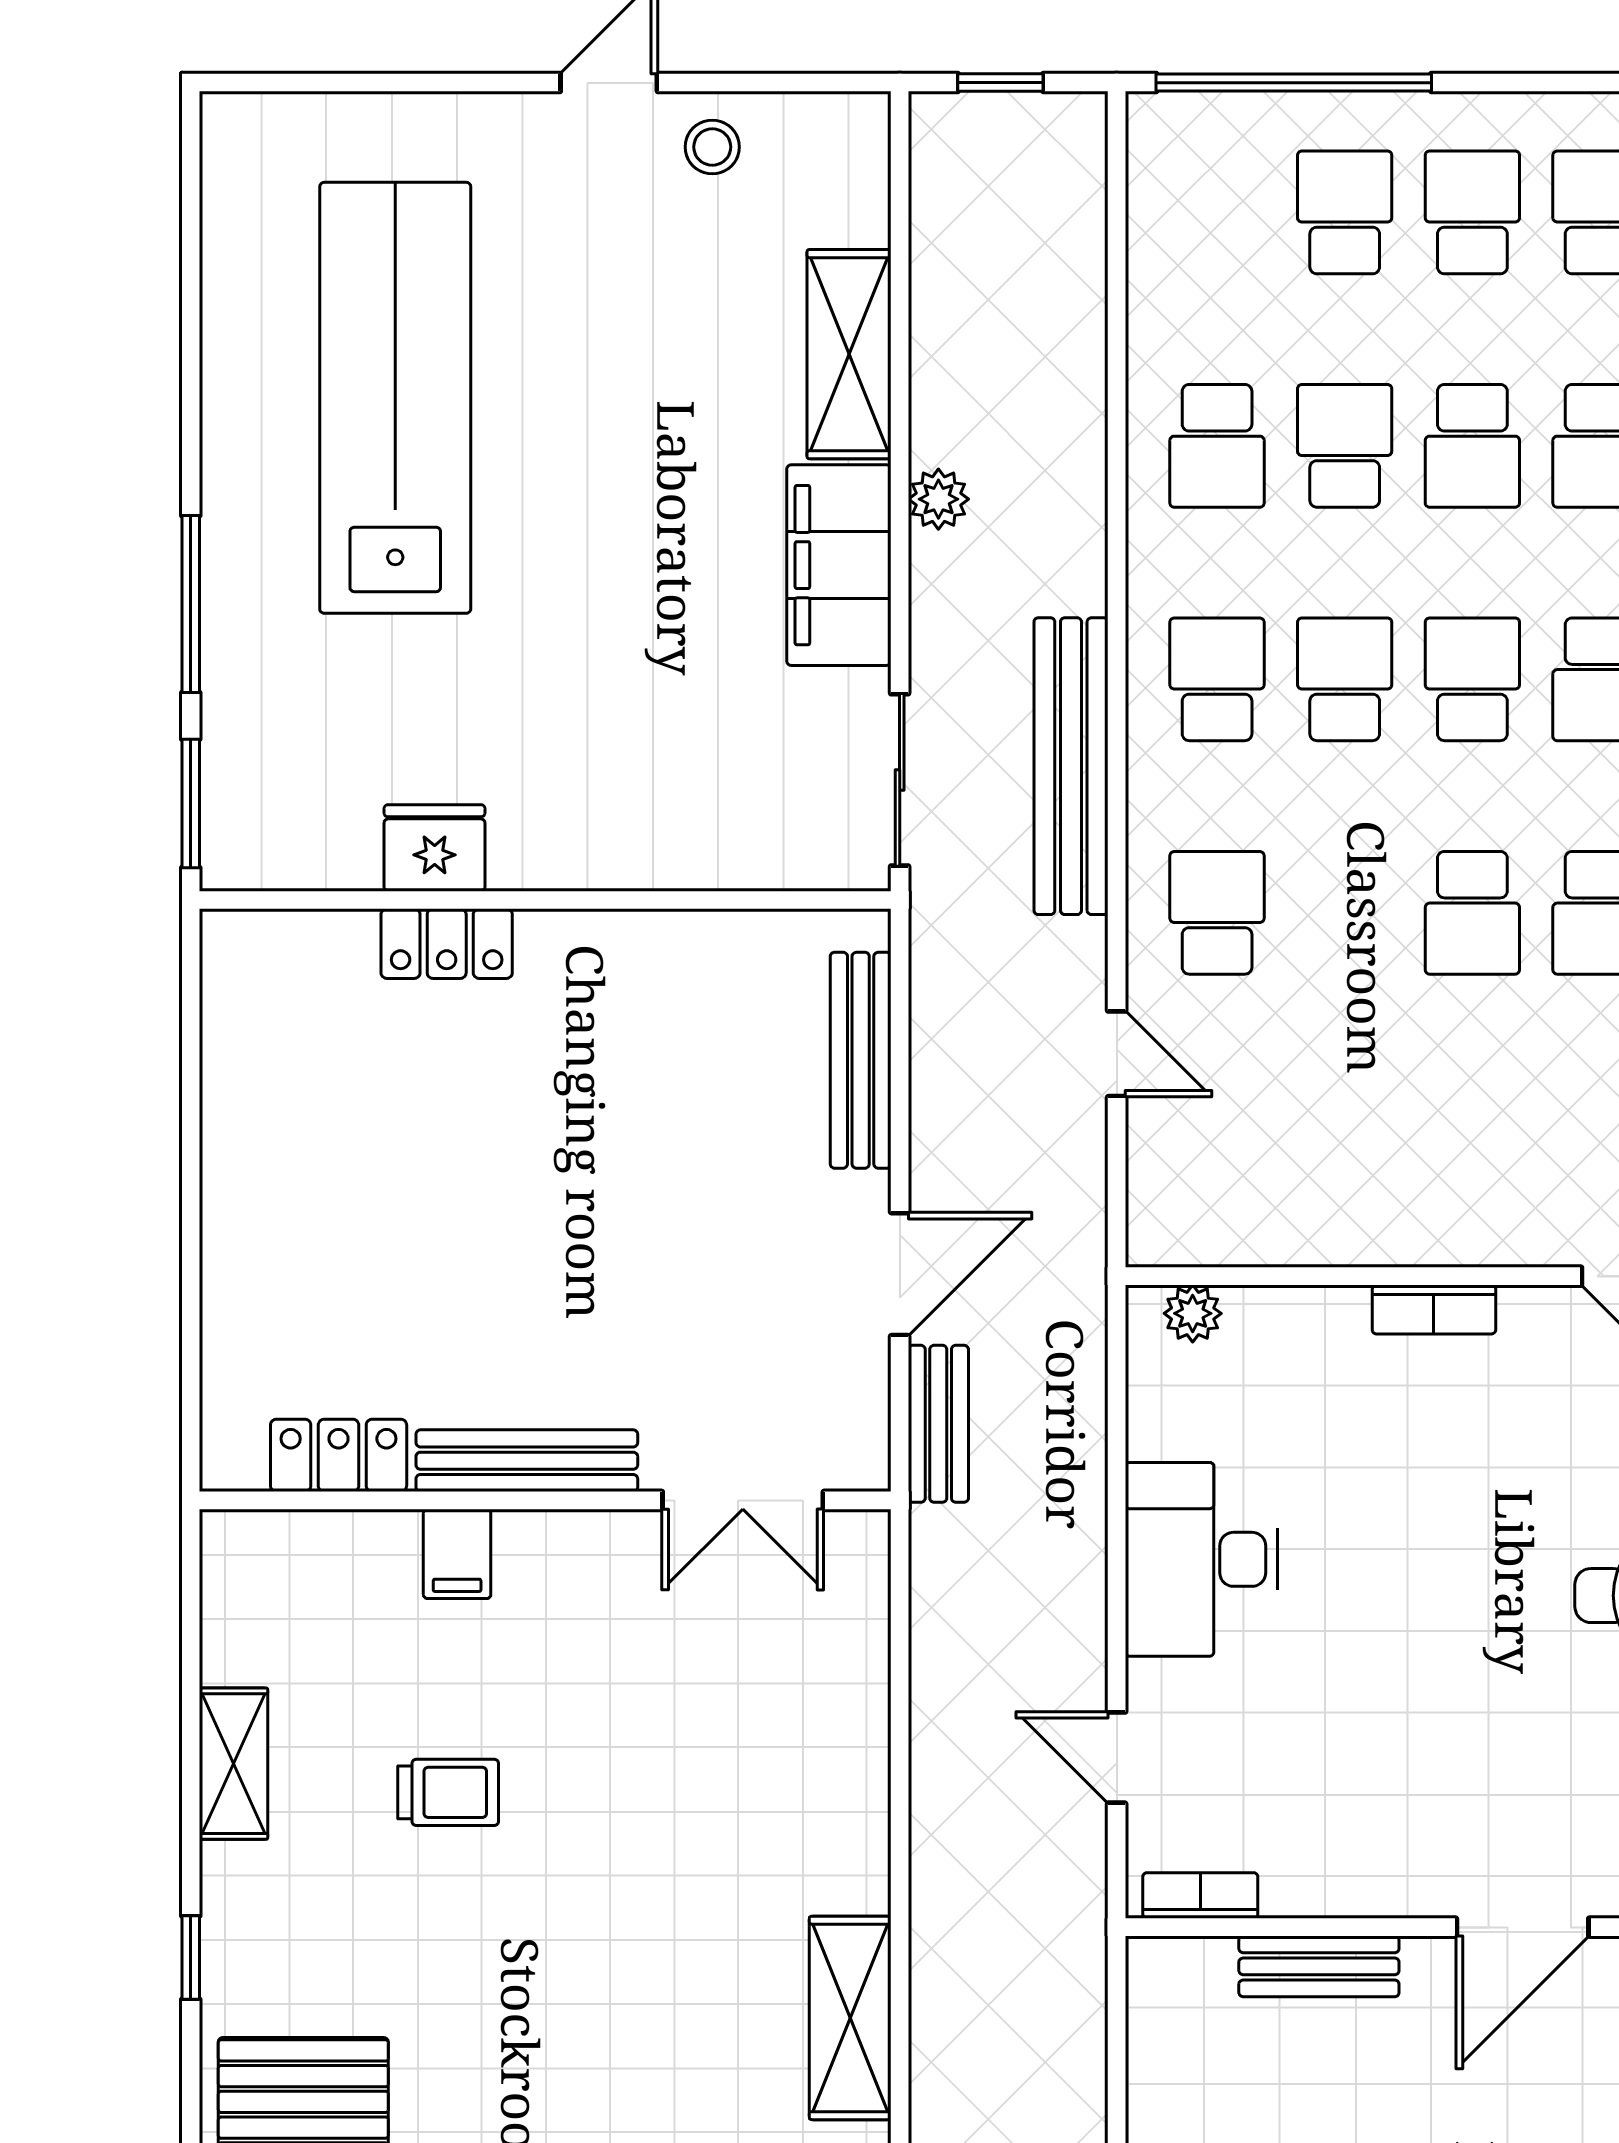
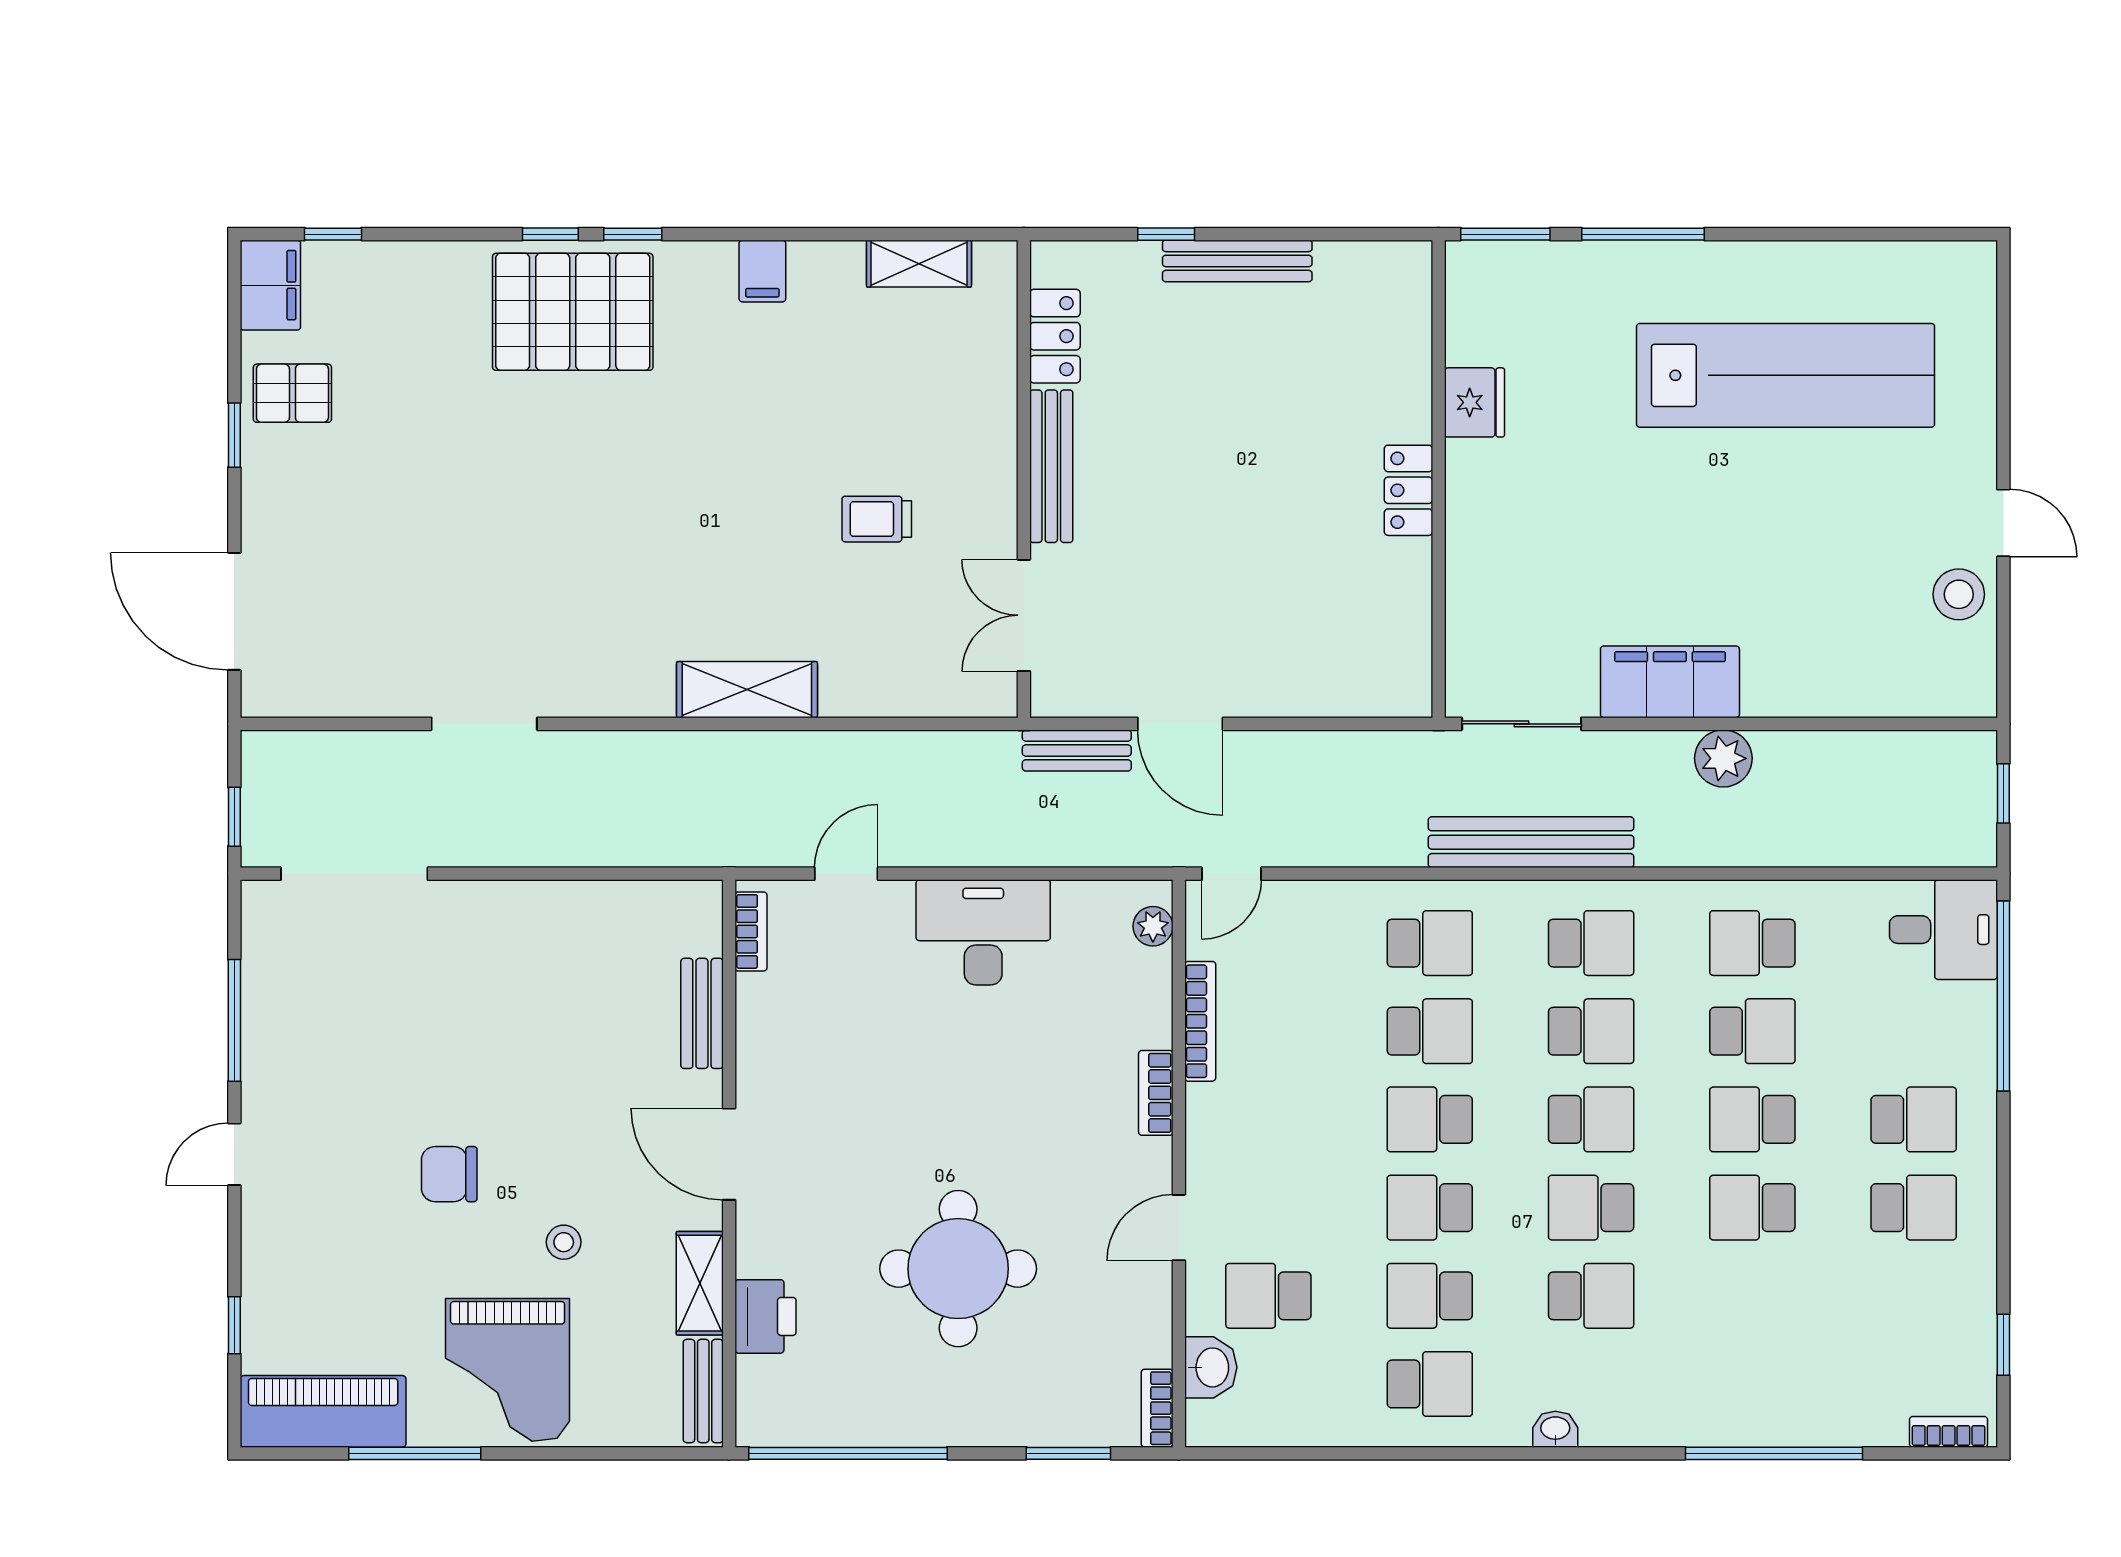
stool: (712, 147) -> (1959, 594), width x1.37, depth x1.37
desk: (1198, 169) -> (1943, 930), added
school desk: (1345, 212) -> (1430, 1031), moved
shelving: (849, 354) -> (1816, 689), removed
plant: (938, 499) -> (1723, 758), width x1.38, depth x1.38
locker: (447, 944) -> (1408, 490), moved
door: (1117, 1054) -> (1231, 874), moved
bench: (861, 1060) -> (1237, 261), moved
bookcase: (1330, 1245) -> (1200, 1021), added
window: (191, 1294) -> (1166, 234), added
filing cabinet: (457, 1554) -> (762, 271), moved, turned -90
shelving: (234, 1764) -> (919, 264), moved
trolley: (448, 1792) -> (877, 519), moved, turned 90
window: (191, 1958) -> (633, 234), moved
shelving: (850, 2018) -> (747, 690), moved

